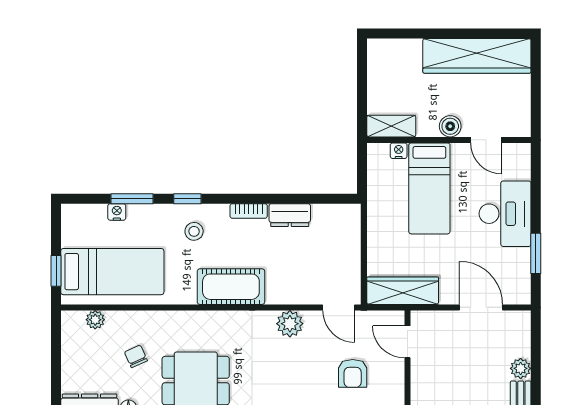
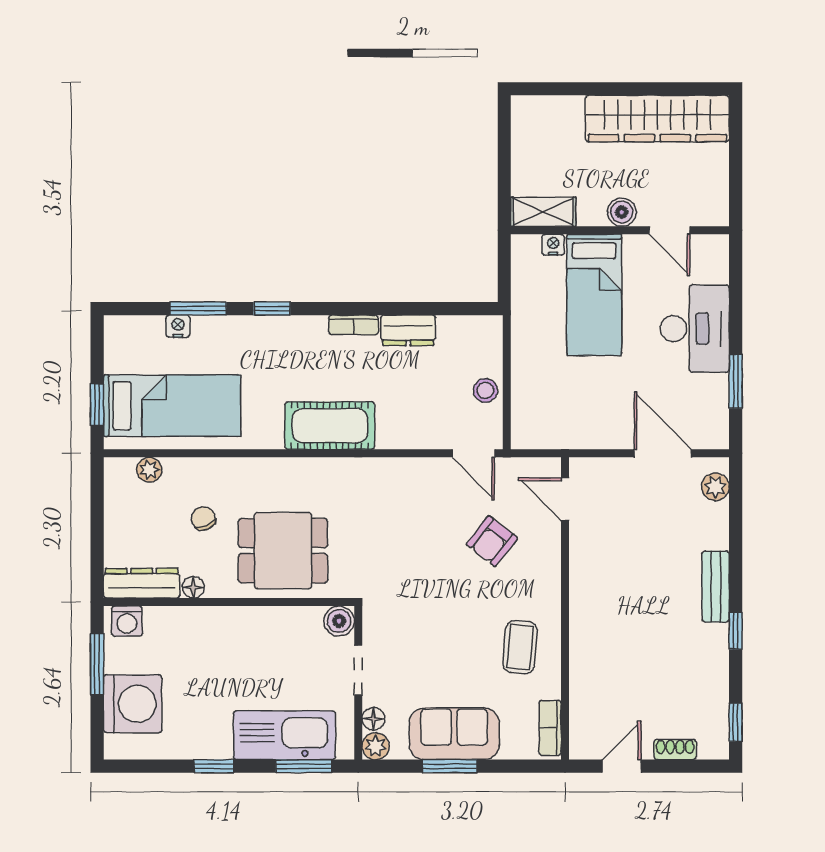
stool: (194, 231) -> (485, 390), moved
wardrobe: (403, 291) -> (558, 431), removed
plant: (290, 324) -> (408, 475), removed
plant: (521, 368) -> (715, 487), moved
armchair: (353, 373) -> (492, 541), turned 38

